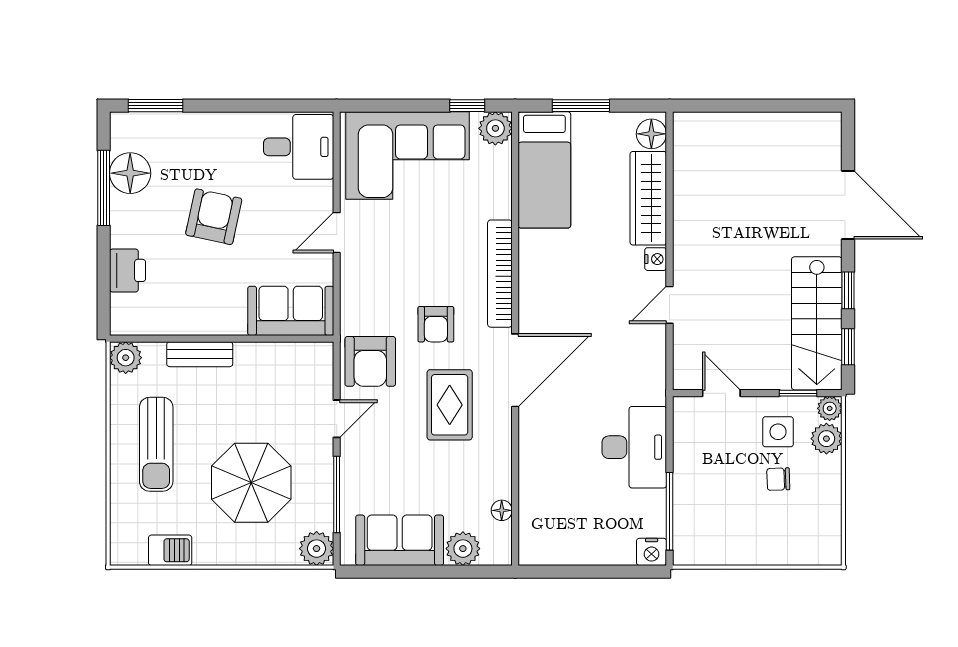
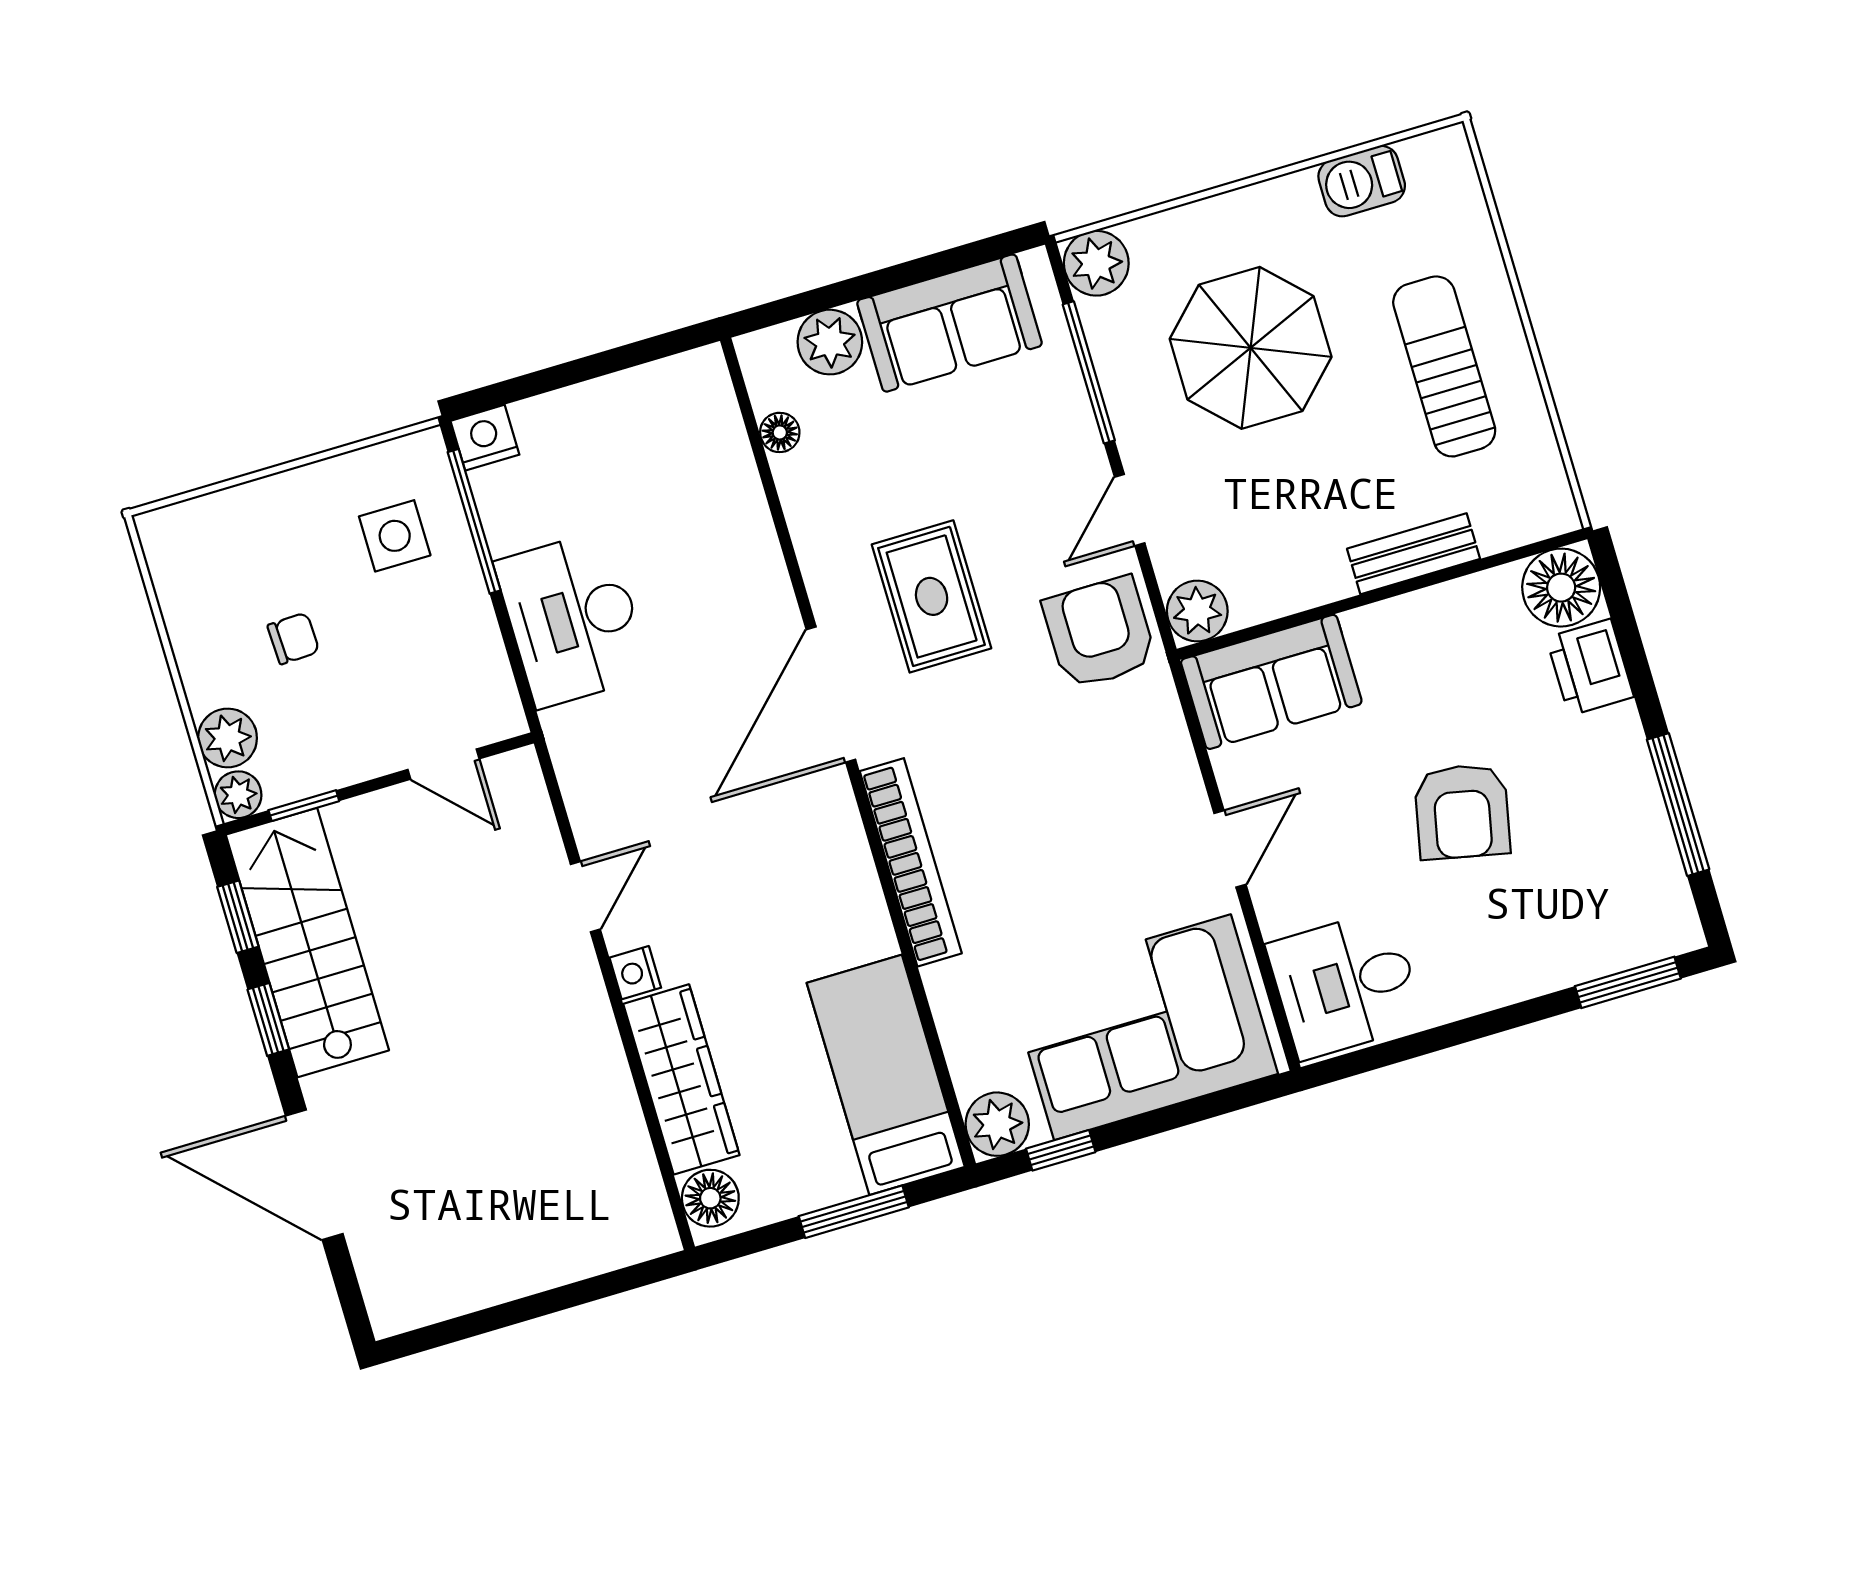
floor lamp: (130, 173) -> (1561, 588), moved
armchair: (436, 324) -> (1000, 736), removed
plant: (126, 358) -> (1197, 611), moved
side table: (778, 432) -> (395, 536), moved

